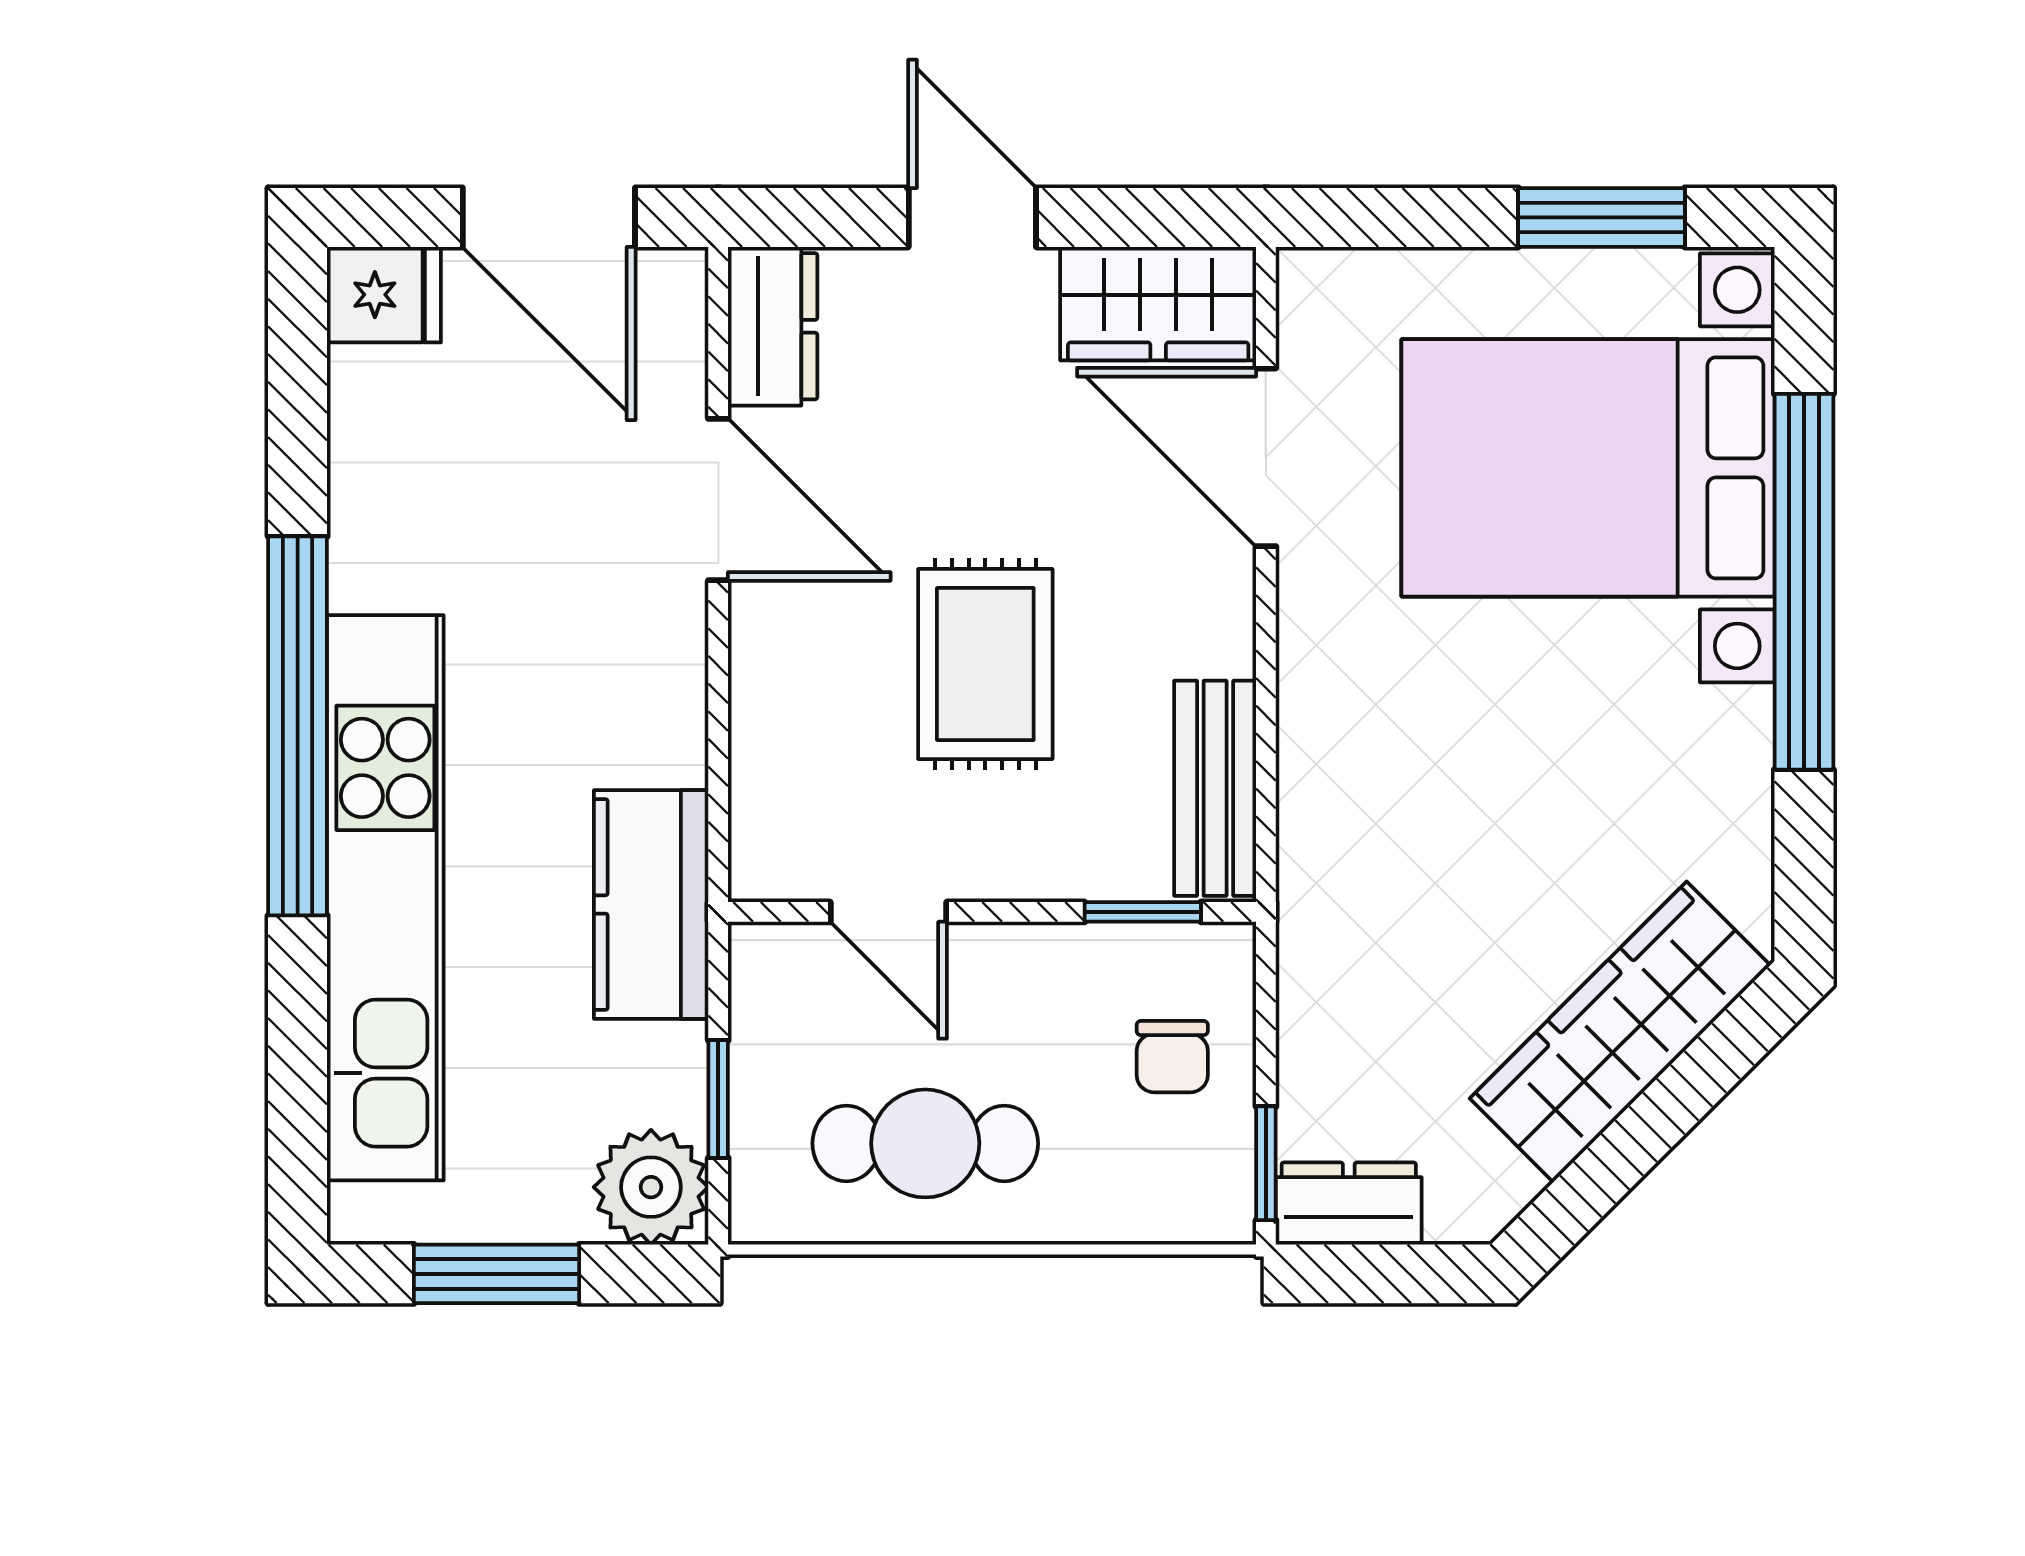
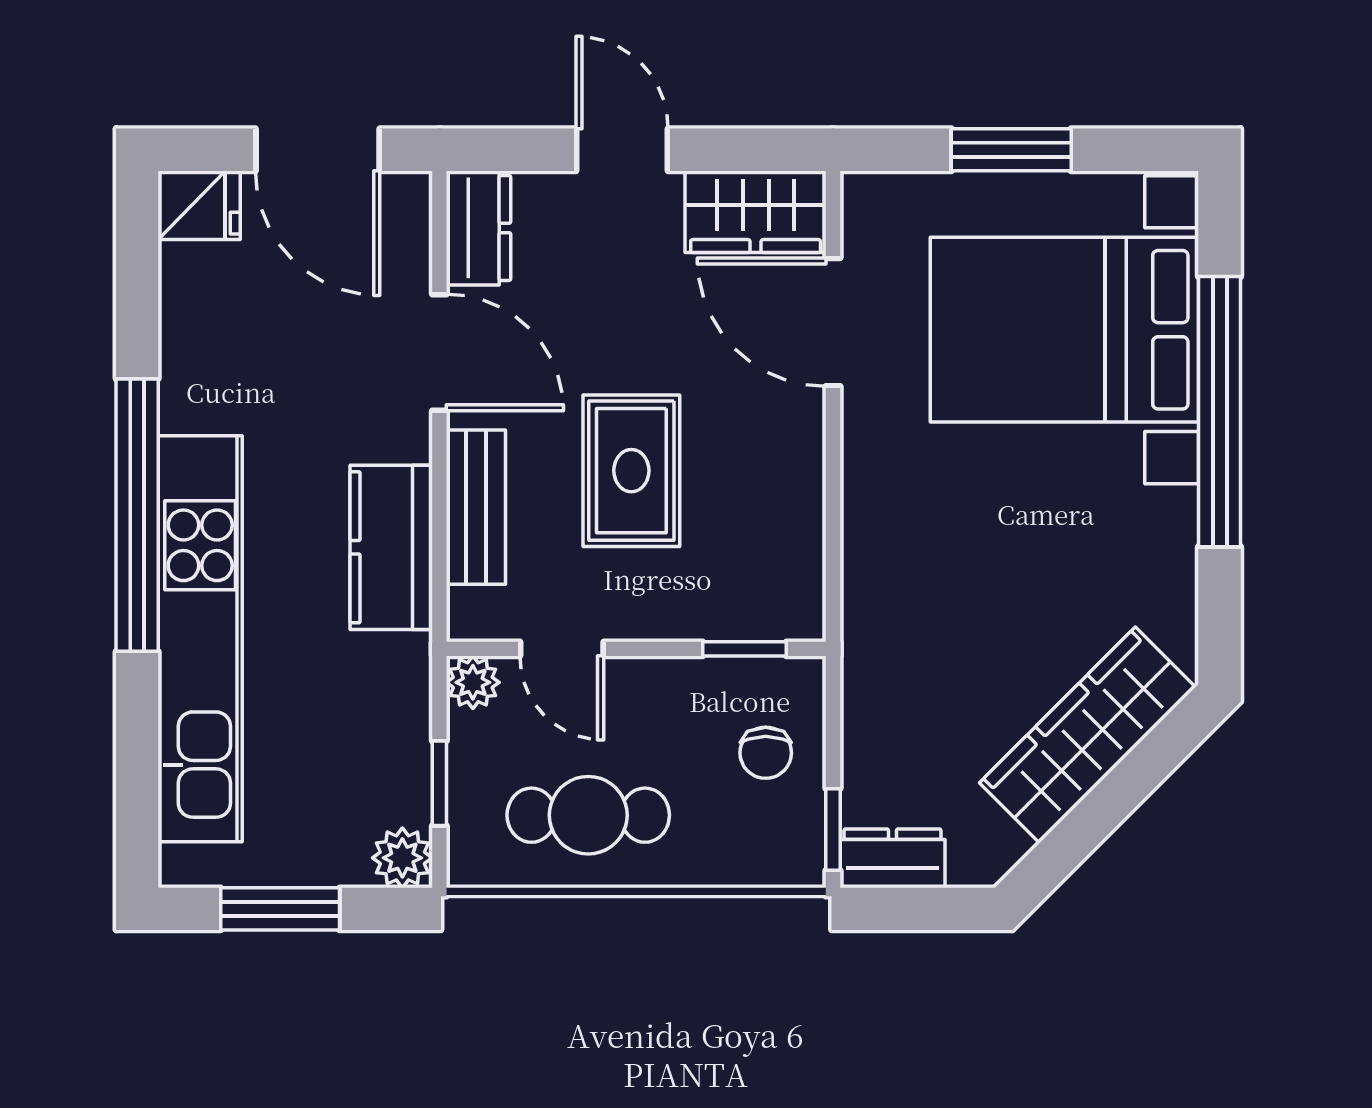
window: (1602, 217) -> (1011, 150), moved
bench: (1215, 788) -> (476, 507), moved
kitchen counter: (651, 904) -> (391, 547), moved
plant: (765, 959) -> (473, 682), added
plant: (651, 1187) -> (402, 858), width x0.73, depth x0.73

